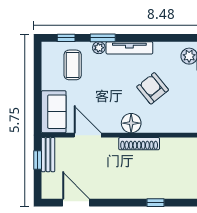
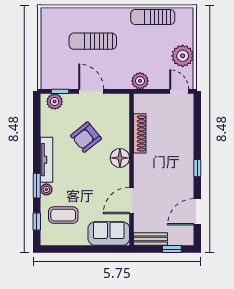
shoe rack: (139, 144) -> (140, 133), moved
window: (38, 160) -> (172, 249), moved
window: (155, 203) -> (197, 168), moved

